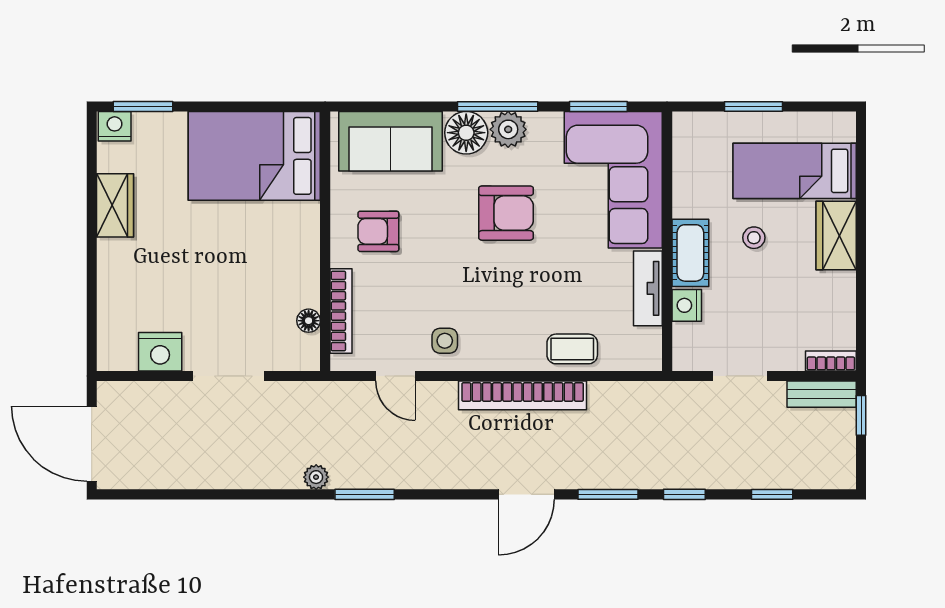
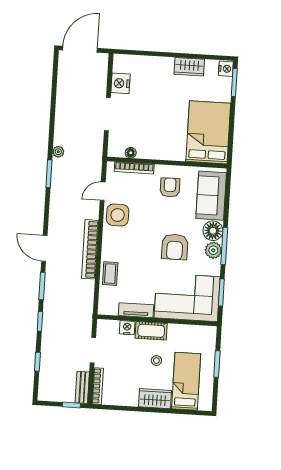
side table: (445, 341) -> (118, 215), width x1.87, depth x1.87
bookcase: (831, 361) -> (98, 386), width x1.56

